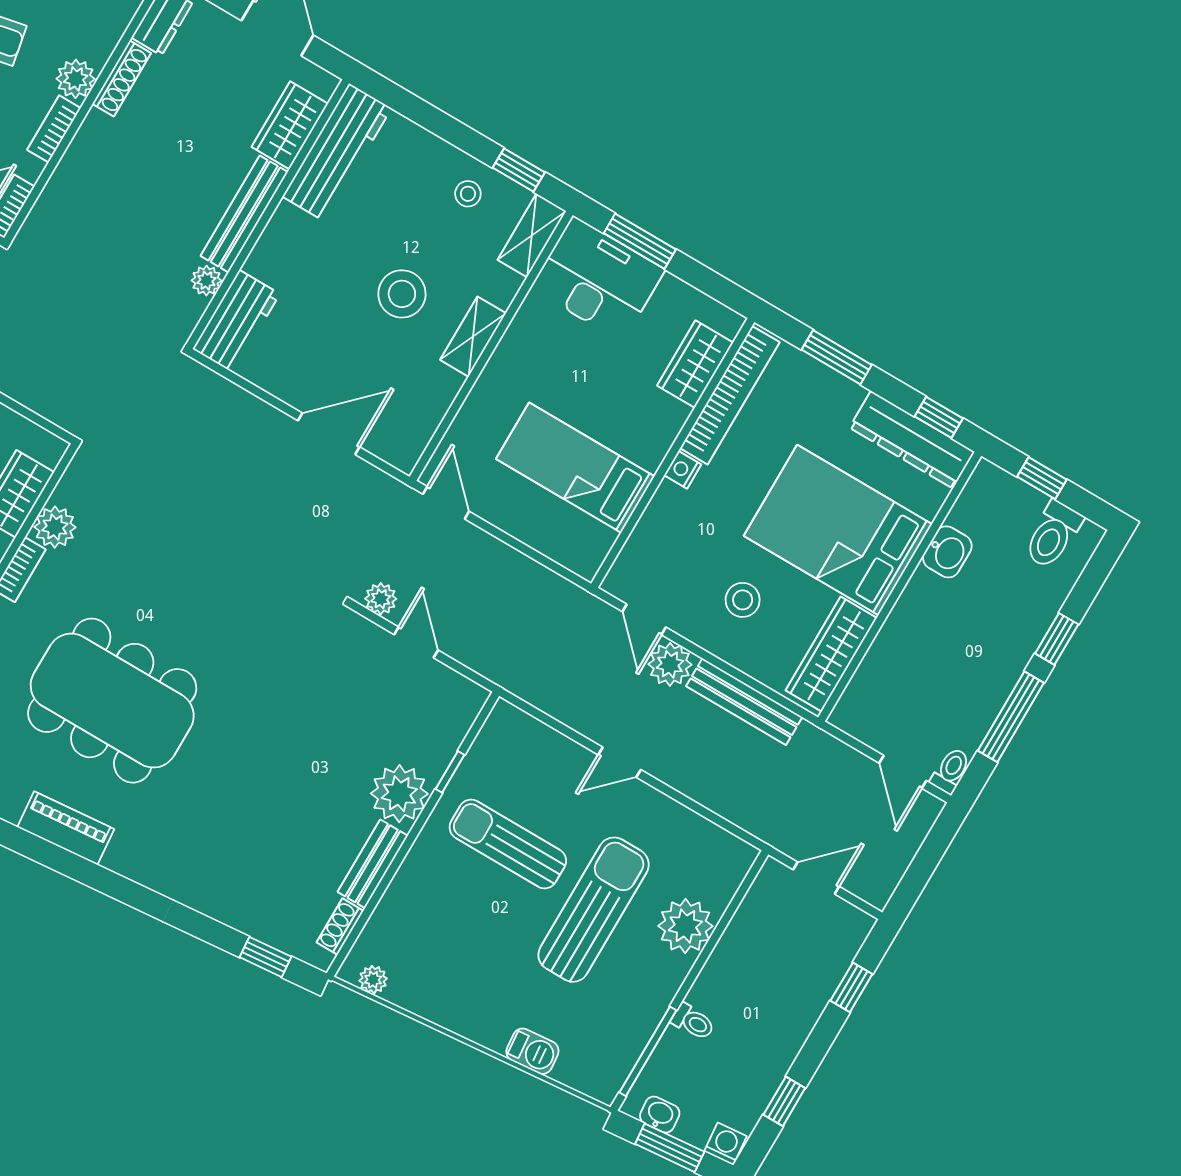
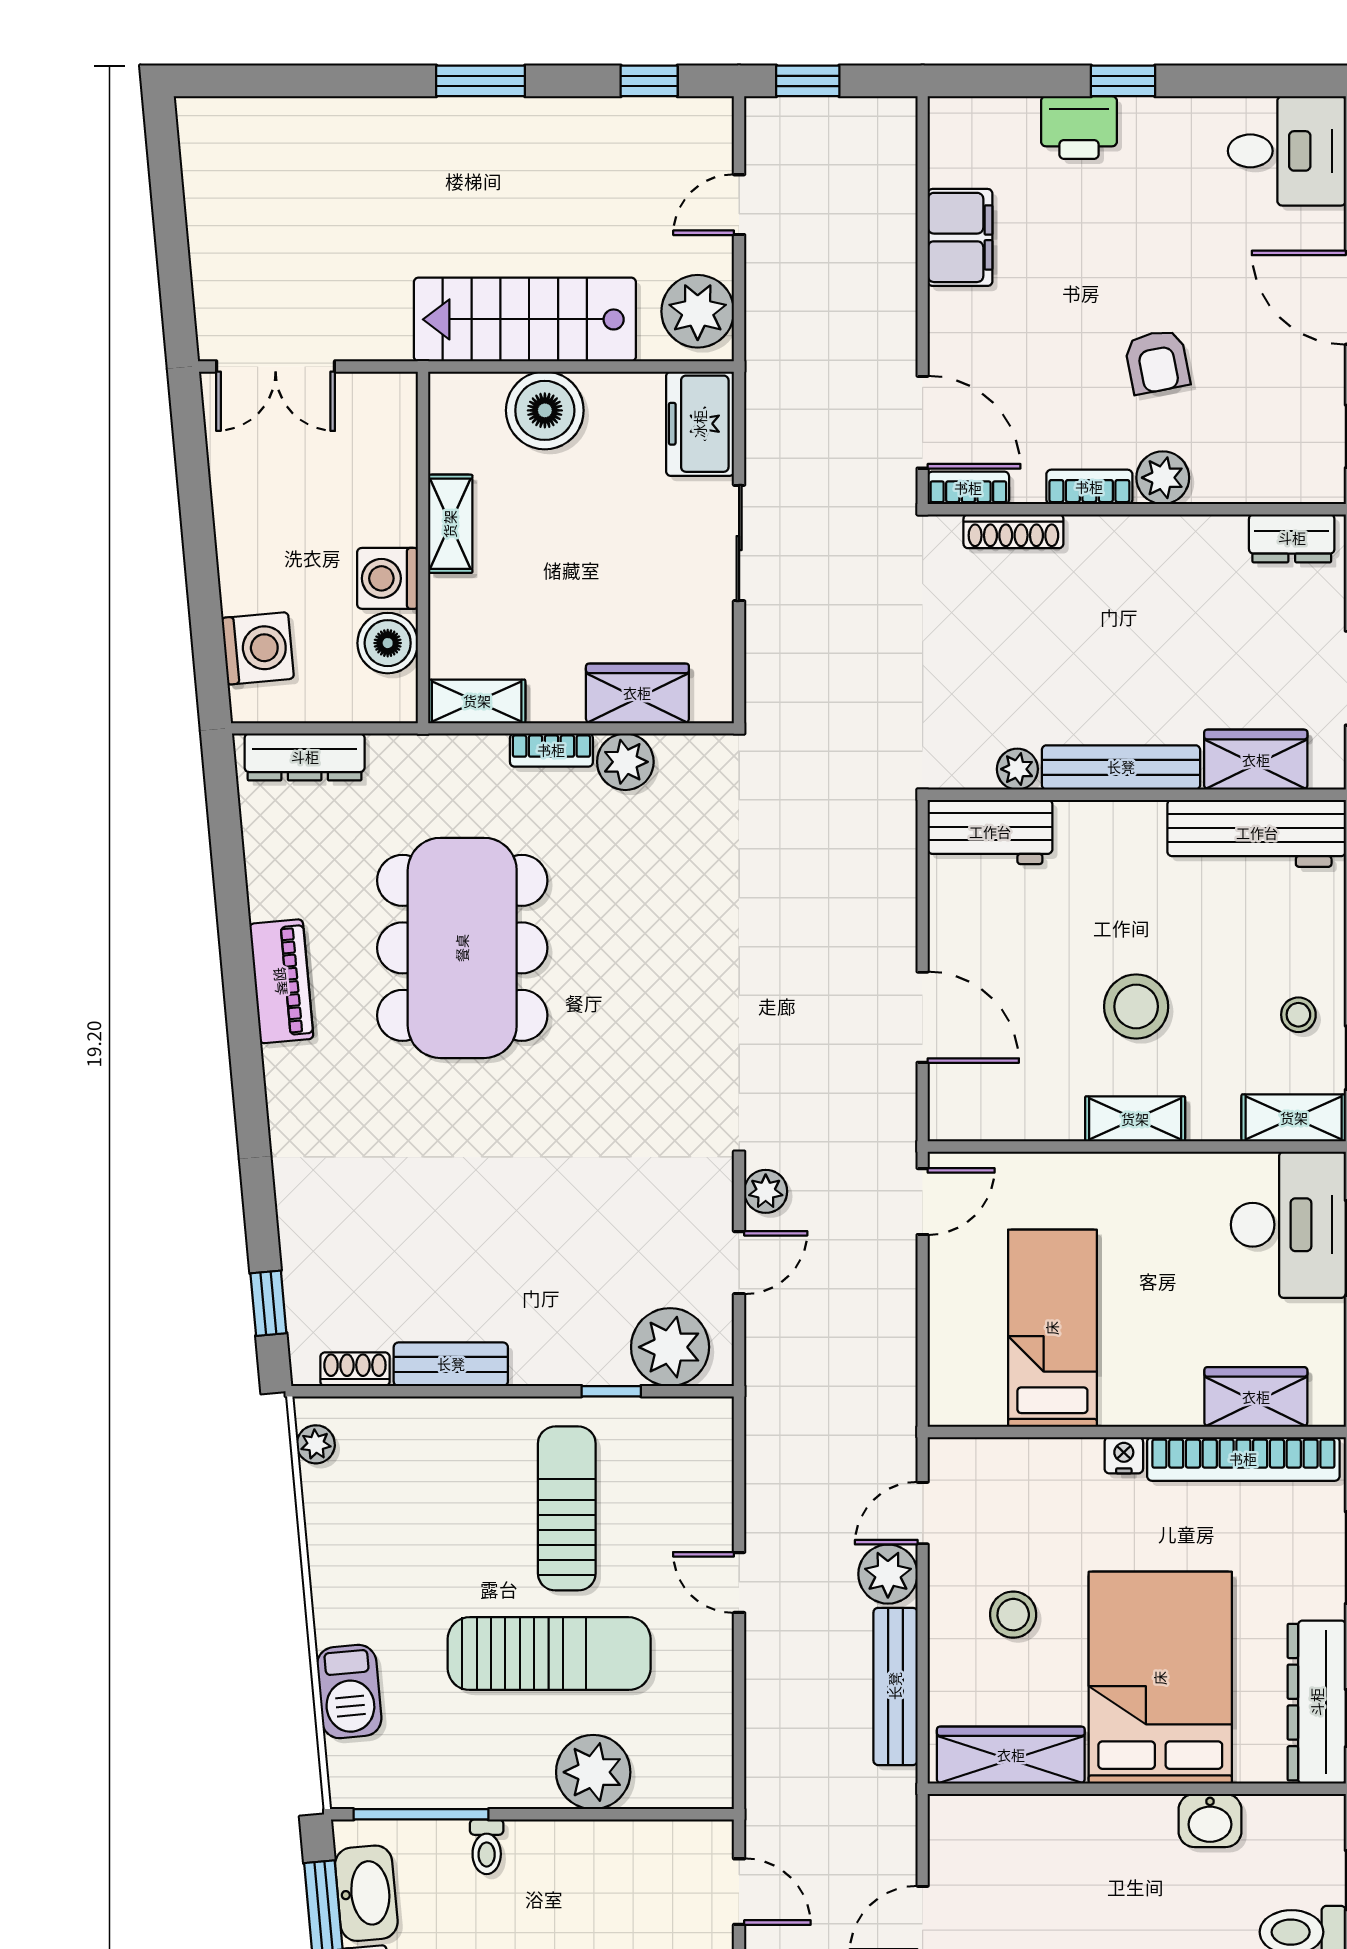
shoe rack: (122, 78) -> (1013, 531), moved
plant: (399, 794) -> (670, 1347), moved
barbecue: (532, 1051) -> (349, 1692), width x1.38, depth x1.27
washbasin: (660, 1115) -> (366, 1893), width x1.91, depth x1.45

